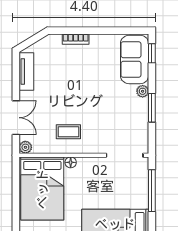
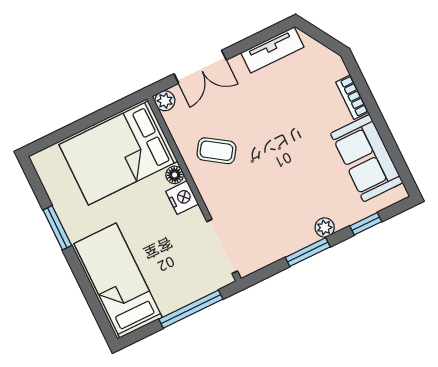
window: (152, 53) -> (366, 224), moved
sofa: (135, 60) -> (367, 158), moved, turned -90
coffee table: (68, 132) -> (216, 151), turned -56
nightstand: (86, 164) -> (182, 198), added

